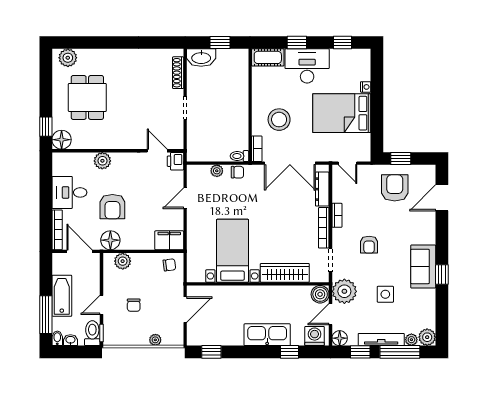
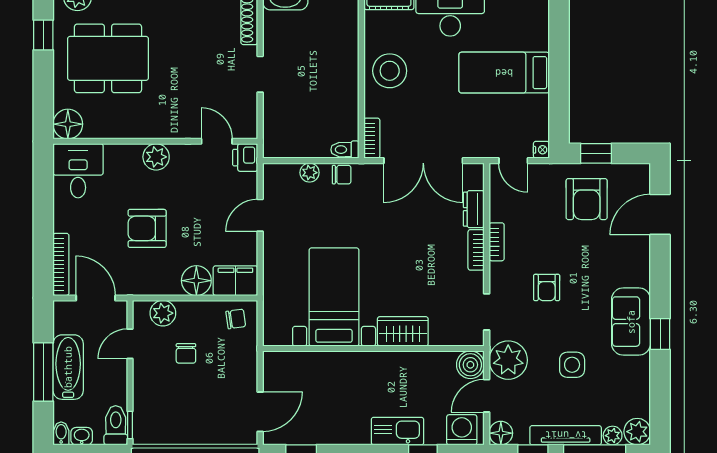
nightstand: (366, 87) -> (541, 150), moved
dining table: (87, 97) -> (108, 58), width x1.37
bed: (342, 113) -> (504, 73), width x0.67
stool: (279, 120) -> (390, 71), moved
window: (46, 127) -> (43, 35), moved
plant: (102, 161) -> (156, 157), moved
armchair: (395, 188) -> (587, 199), turned 180
dresser: (322, 189) -> (474, 209), width x0.70
desk: (69, 192) -> (78, 171), moved, turned 90
armchair: (112, 207) -> (147, 228), turned 90
bookcase: (324, 228) -> (476, 250), width x0.64
floor lamp: (110, 240) -> (196, 281), moved
wardrobe: (285, 273) -> (403, 331), width x0.67
door: (102, 305) -> (130, 344), moved
chair: (134, 305) -> (186, 353), moved
door: (185, 310) -> (260, 412), moved
window: (46, 315) -> (43, 372), moved
kitchen sink: (267, 335) -> (397, 431), width x0.73, depth x0.81
plant: (155, 340) -> (214, 436), removed

